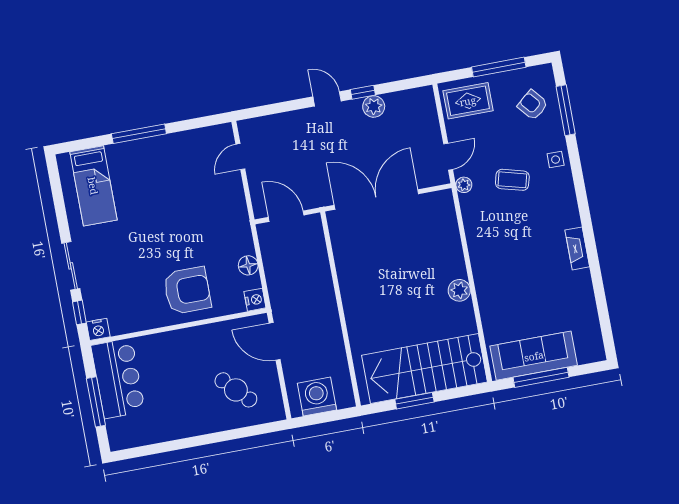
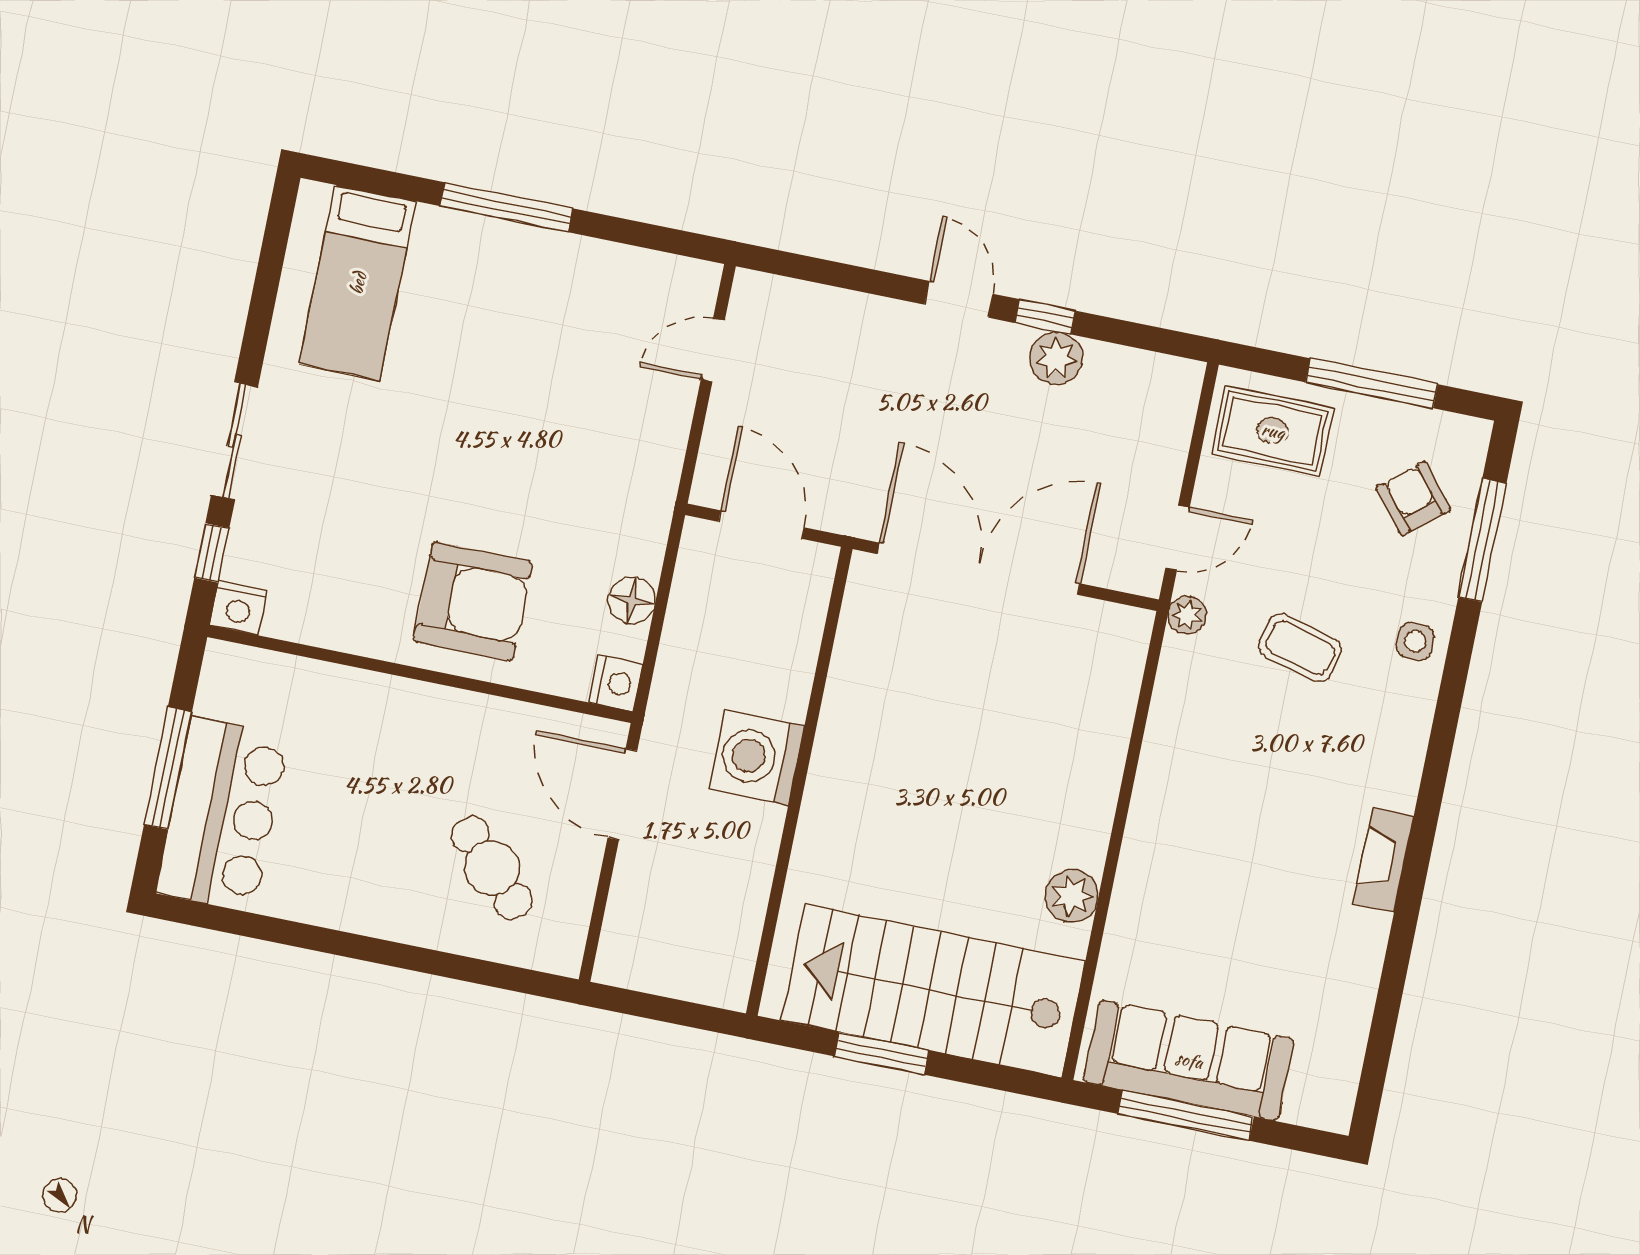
plant: (459, 290) -> (1072, 896), moved
bar counter: (118, 378) -> (222, 814), moved
washing machine: (317, 397) -> (757, 757), moved, turned -90

